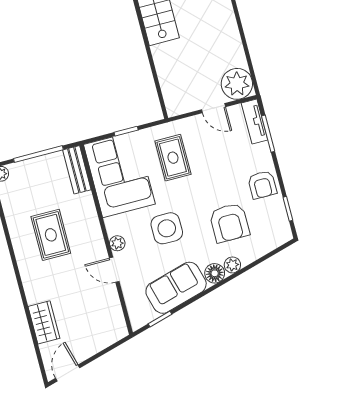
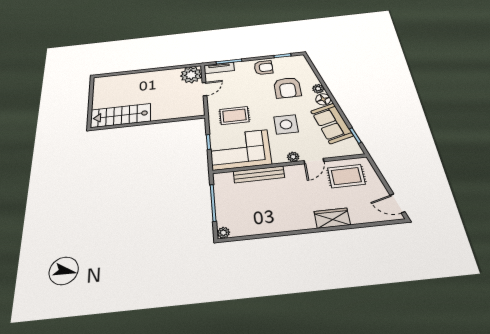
bench: (77, 170) -> (259, 174), moved, width x1.36
armchair: (229, 223) -> (287, 88), turned 90
rug: (51, 235) -> (346, 176), moved
wardrobe: (44, 322) -> (332, 218), moved

